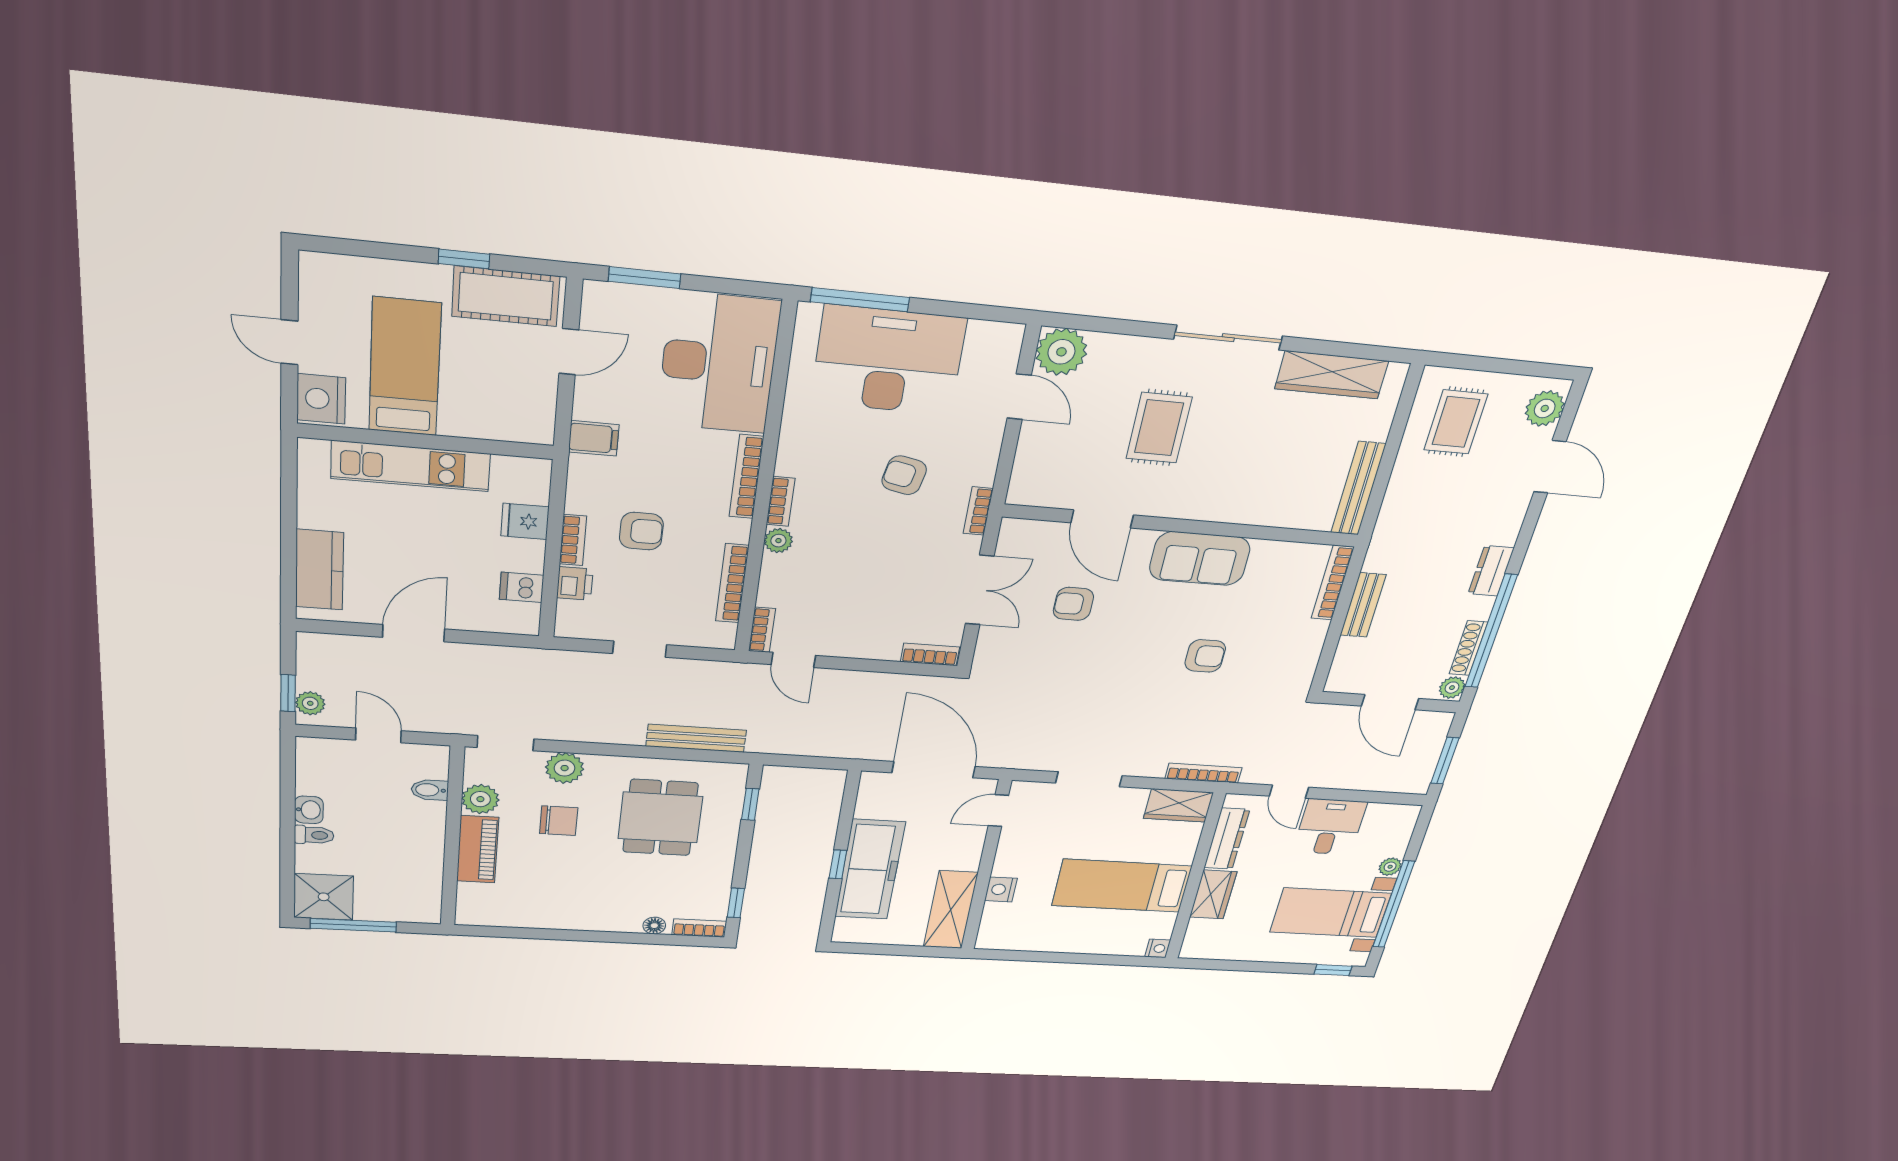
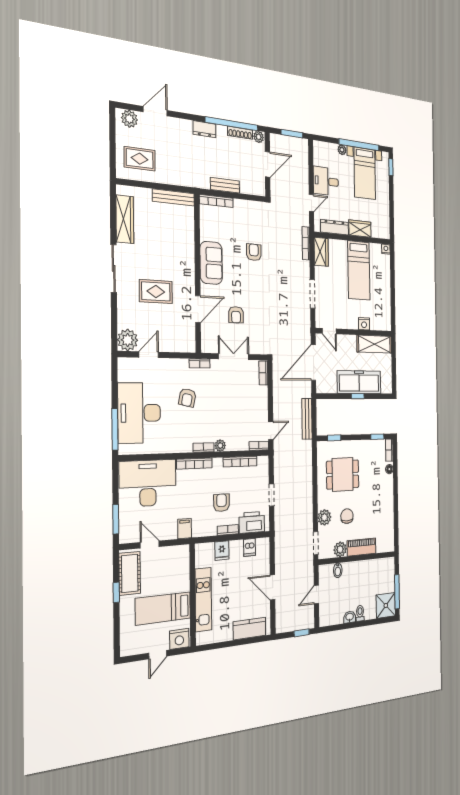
printer: (575, 583) -> (252, 522), width x1.87, depth x1.48
plant: (310, 703) -> (305, 623), removed
bench: (696, 738) -> (307, 419), moved

